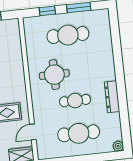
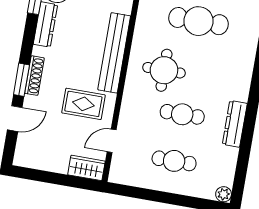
bench: (18, 73) -> (114, 53), added
cafe table: (79, 133) -> (174, 161), width x0.73, depth x0.74

